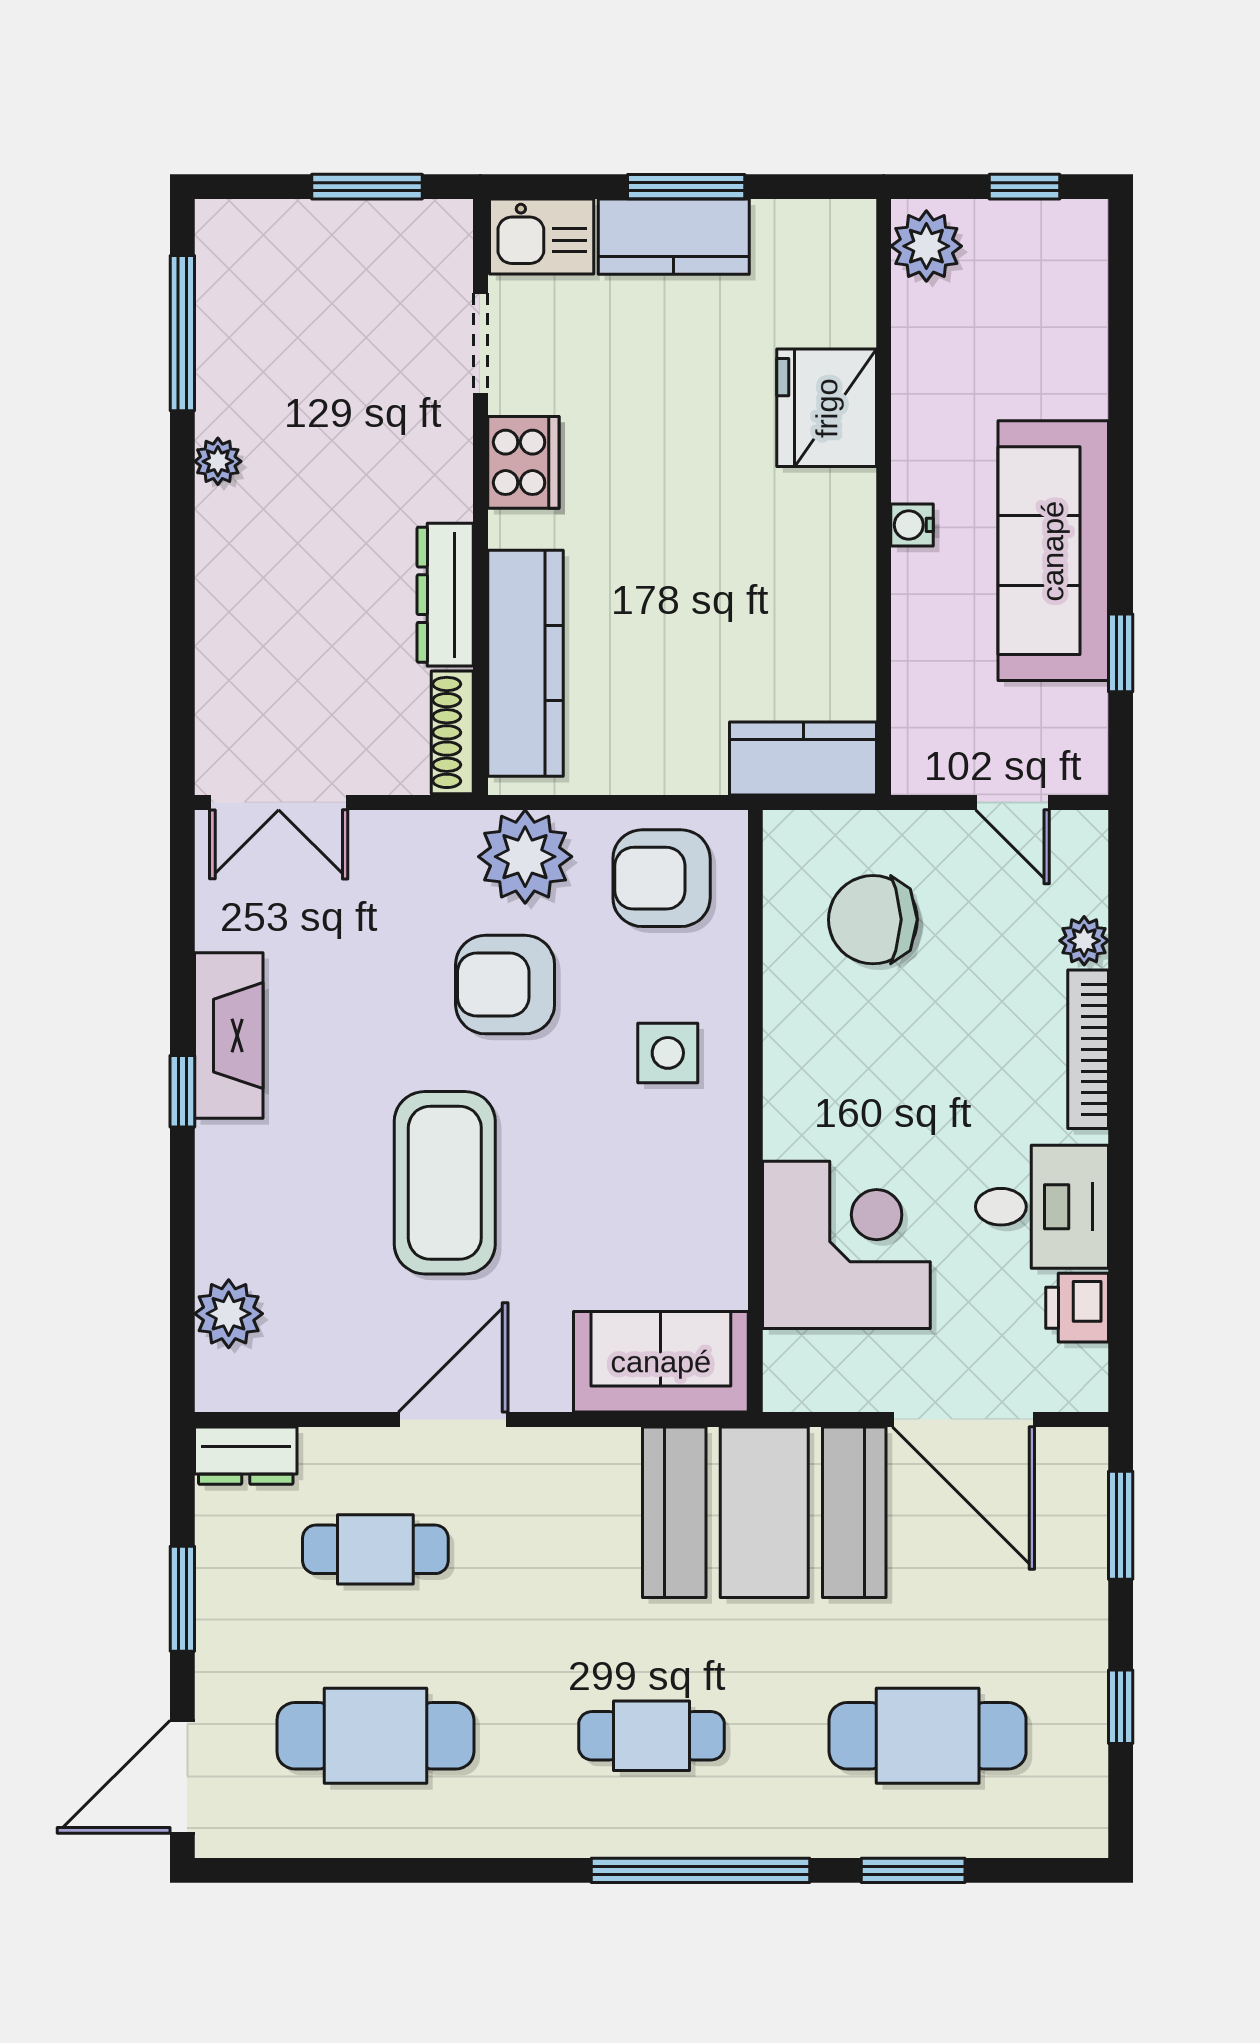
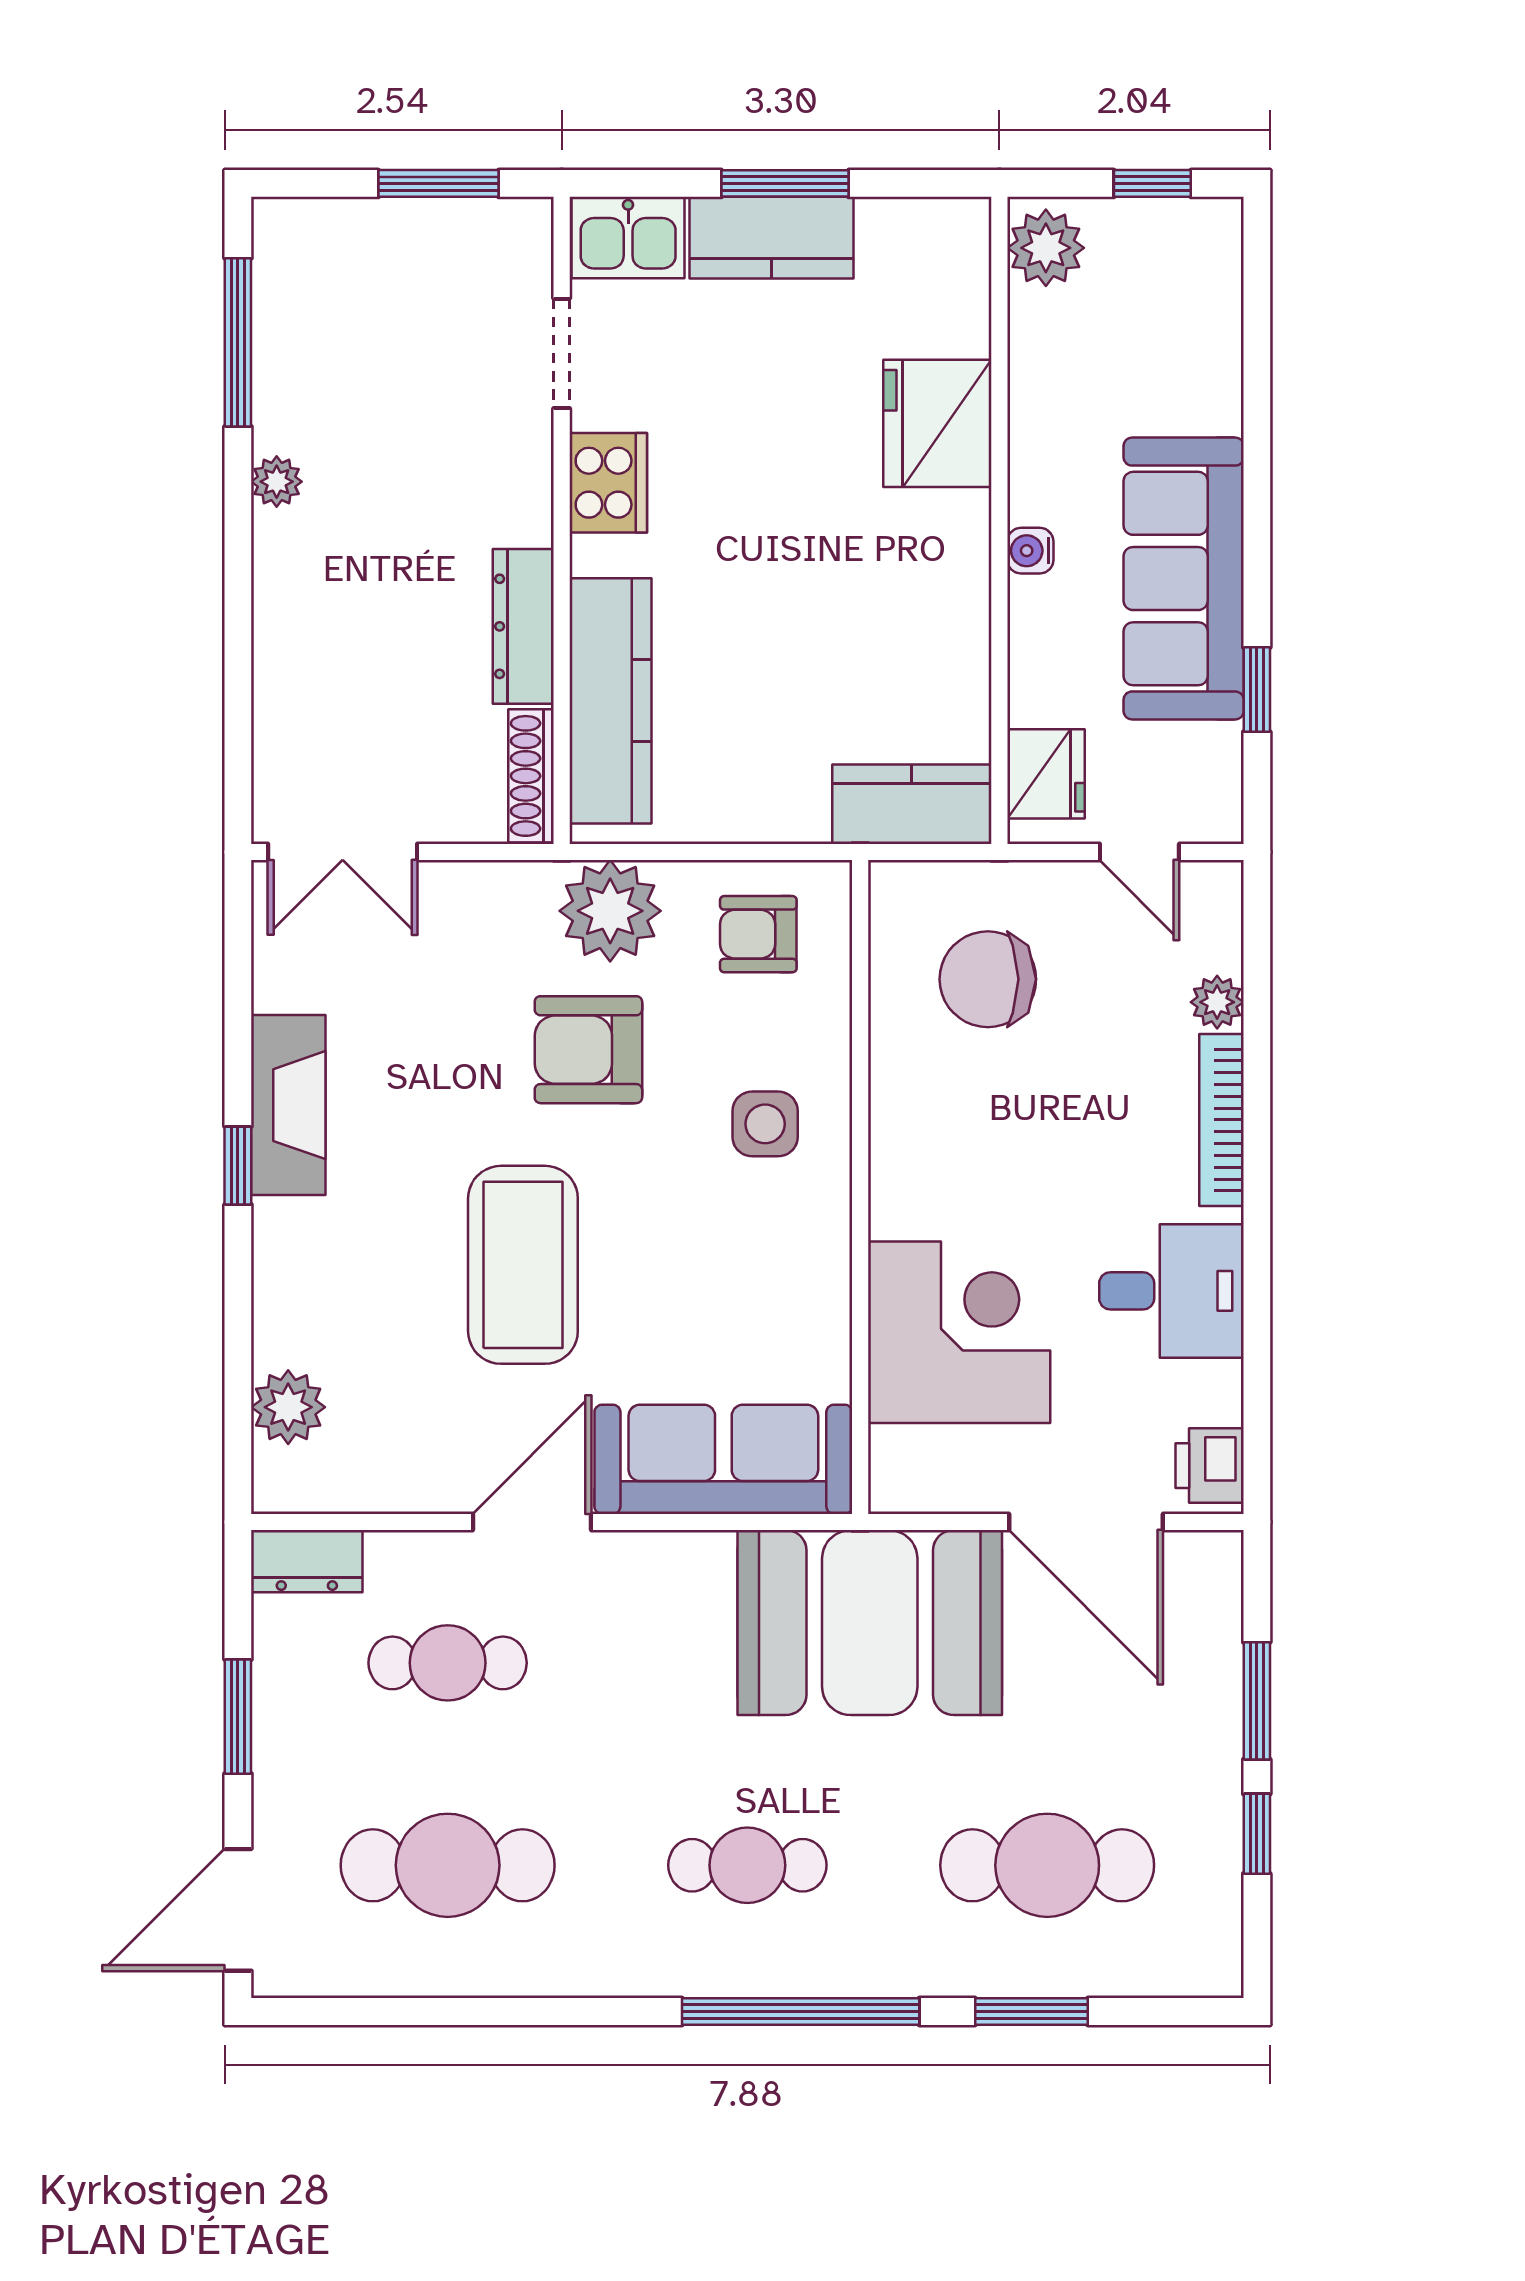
fridge: (927, 731) -> (1046, 774), added
armchair: (662, 878) -> (758, 934), width x0.72, depth x0.72
printer: (1077, 1308) -> (1210, 1466), moved
sofa: (661, 1362) -> (723, 1459), width x1.36
window: (1121, 1525) -> (1257, 1701), moved

